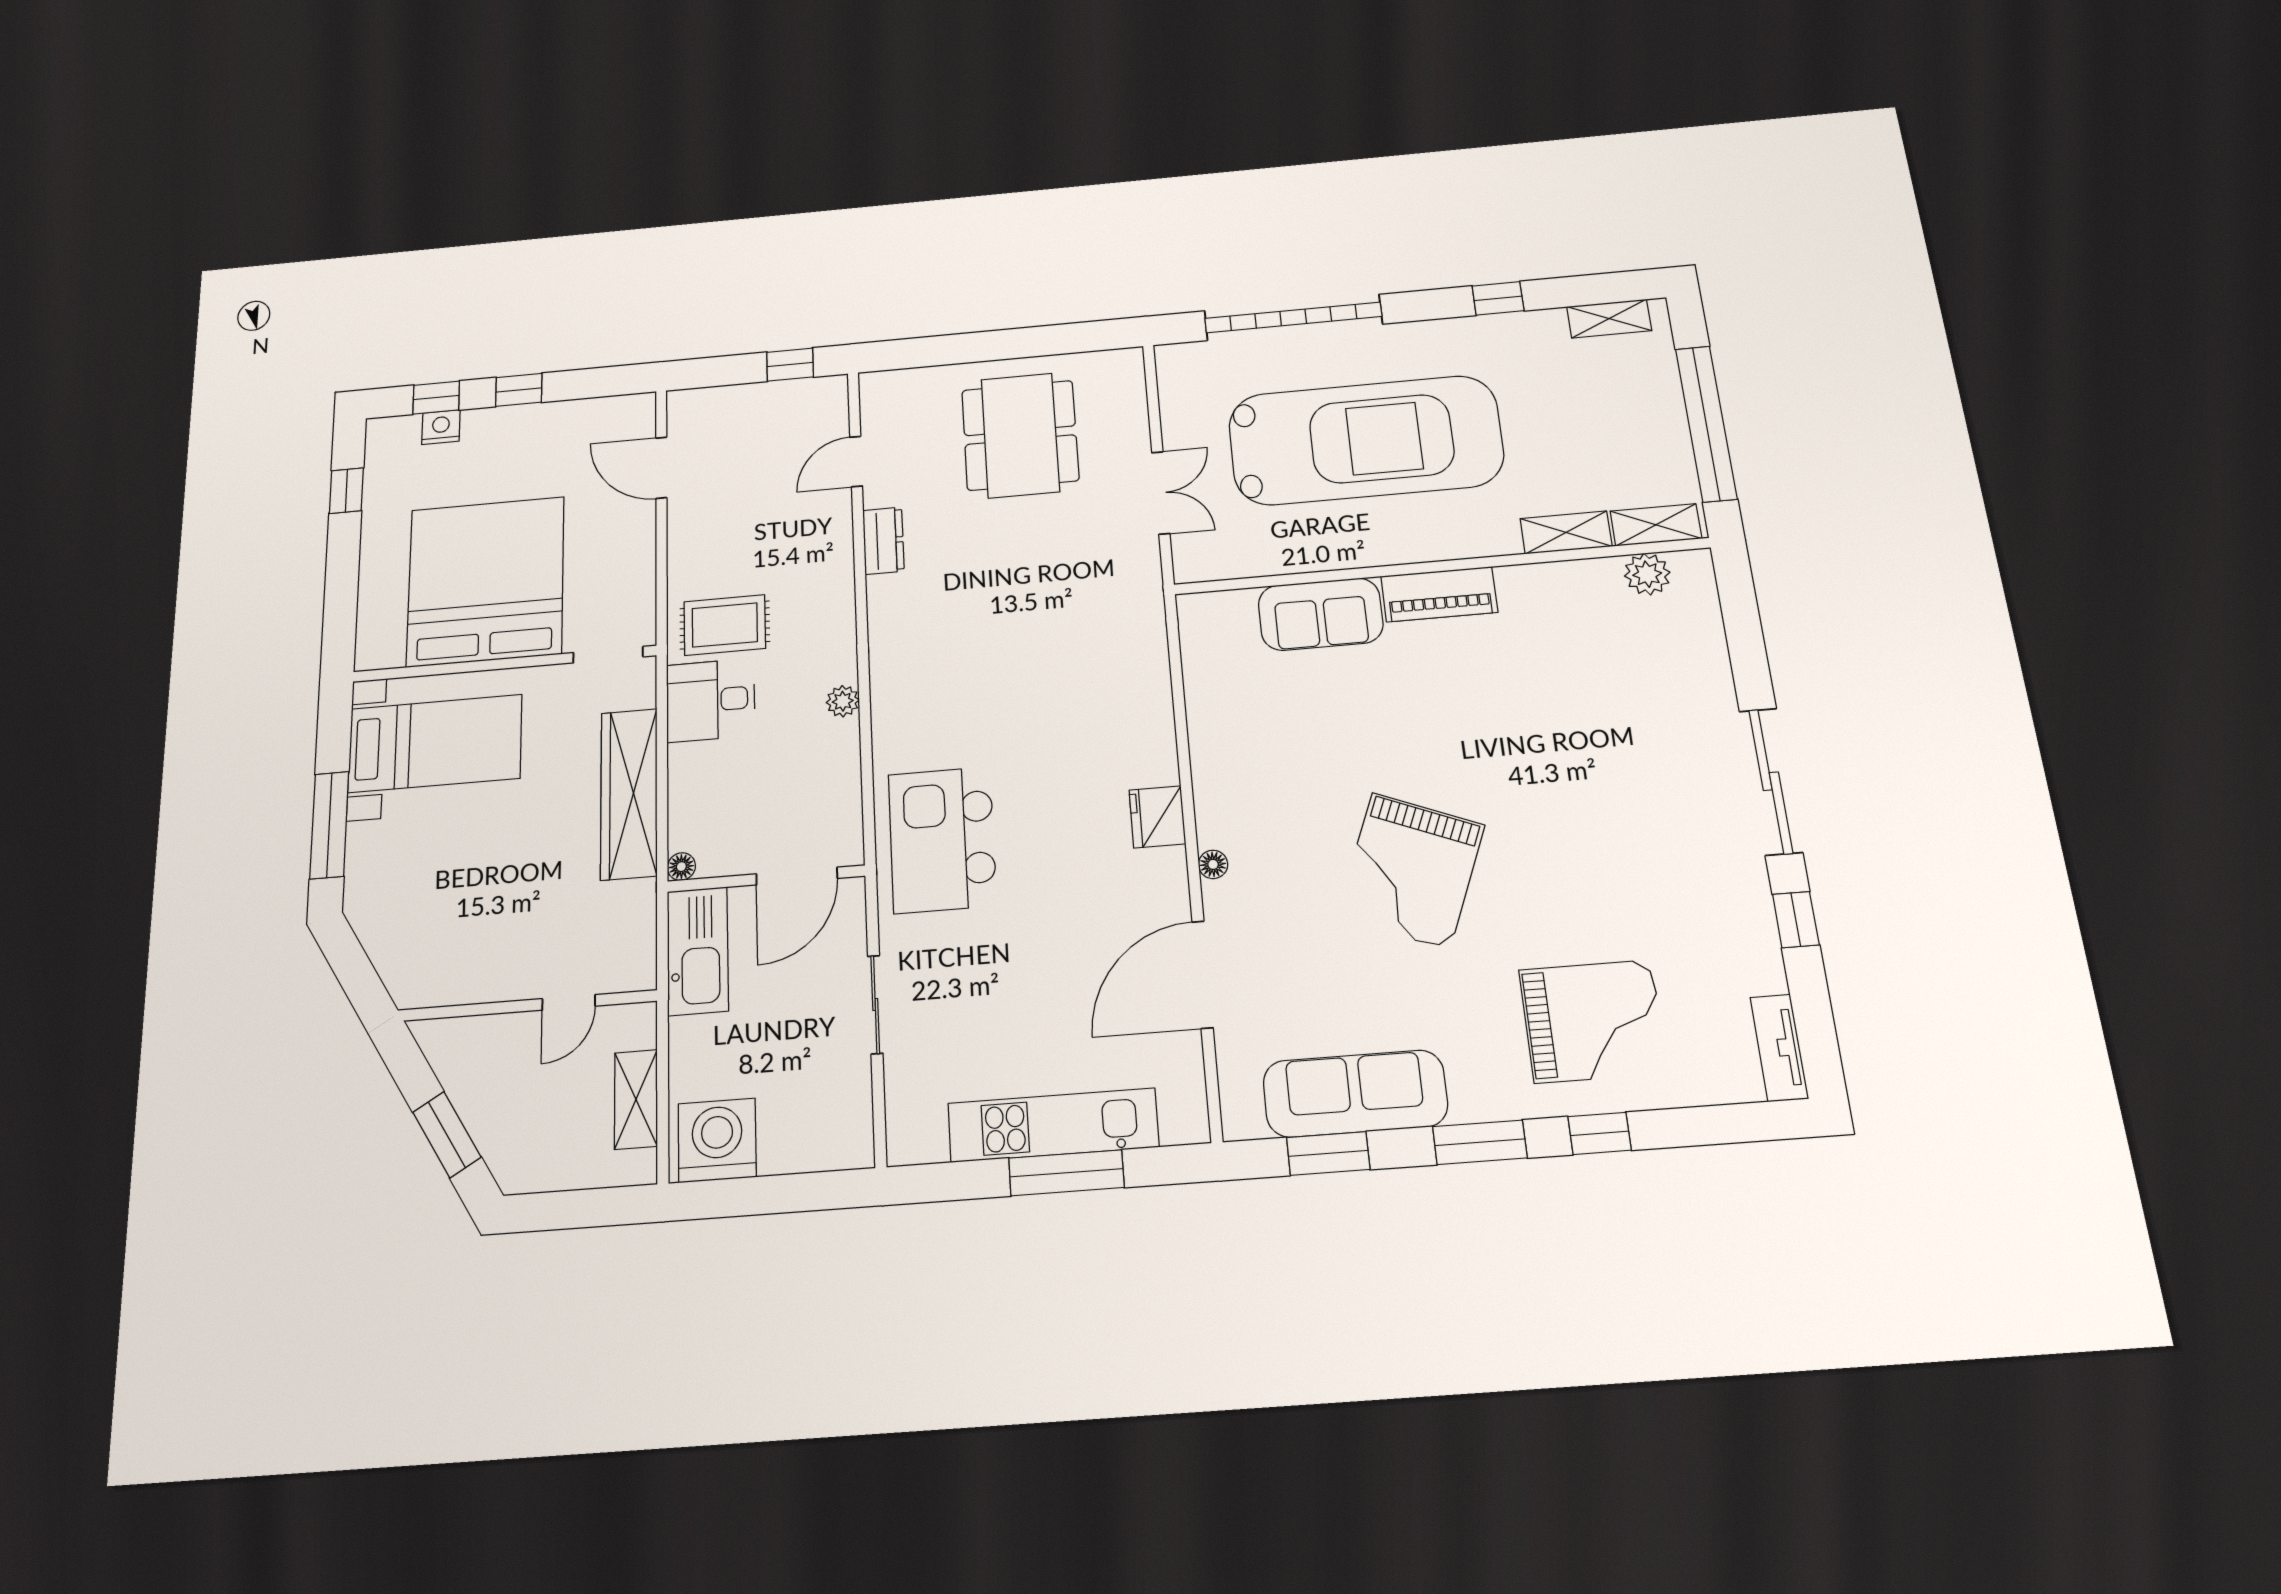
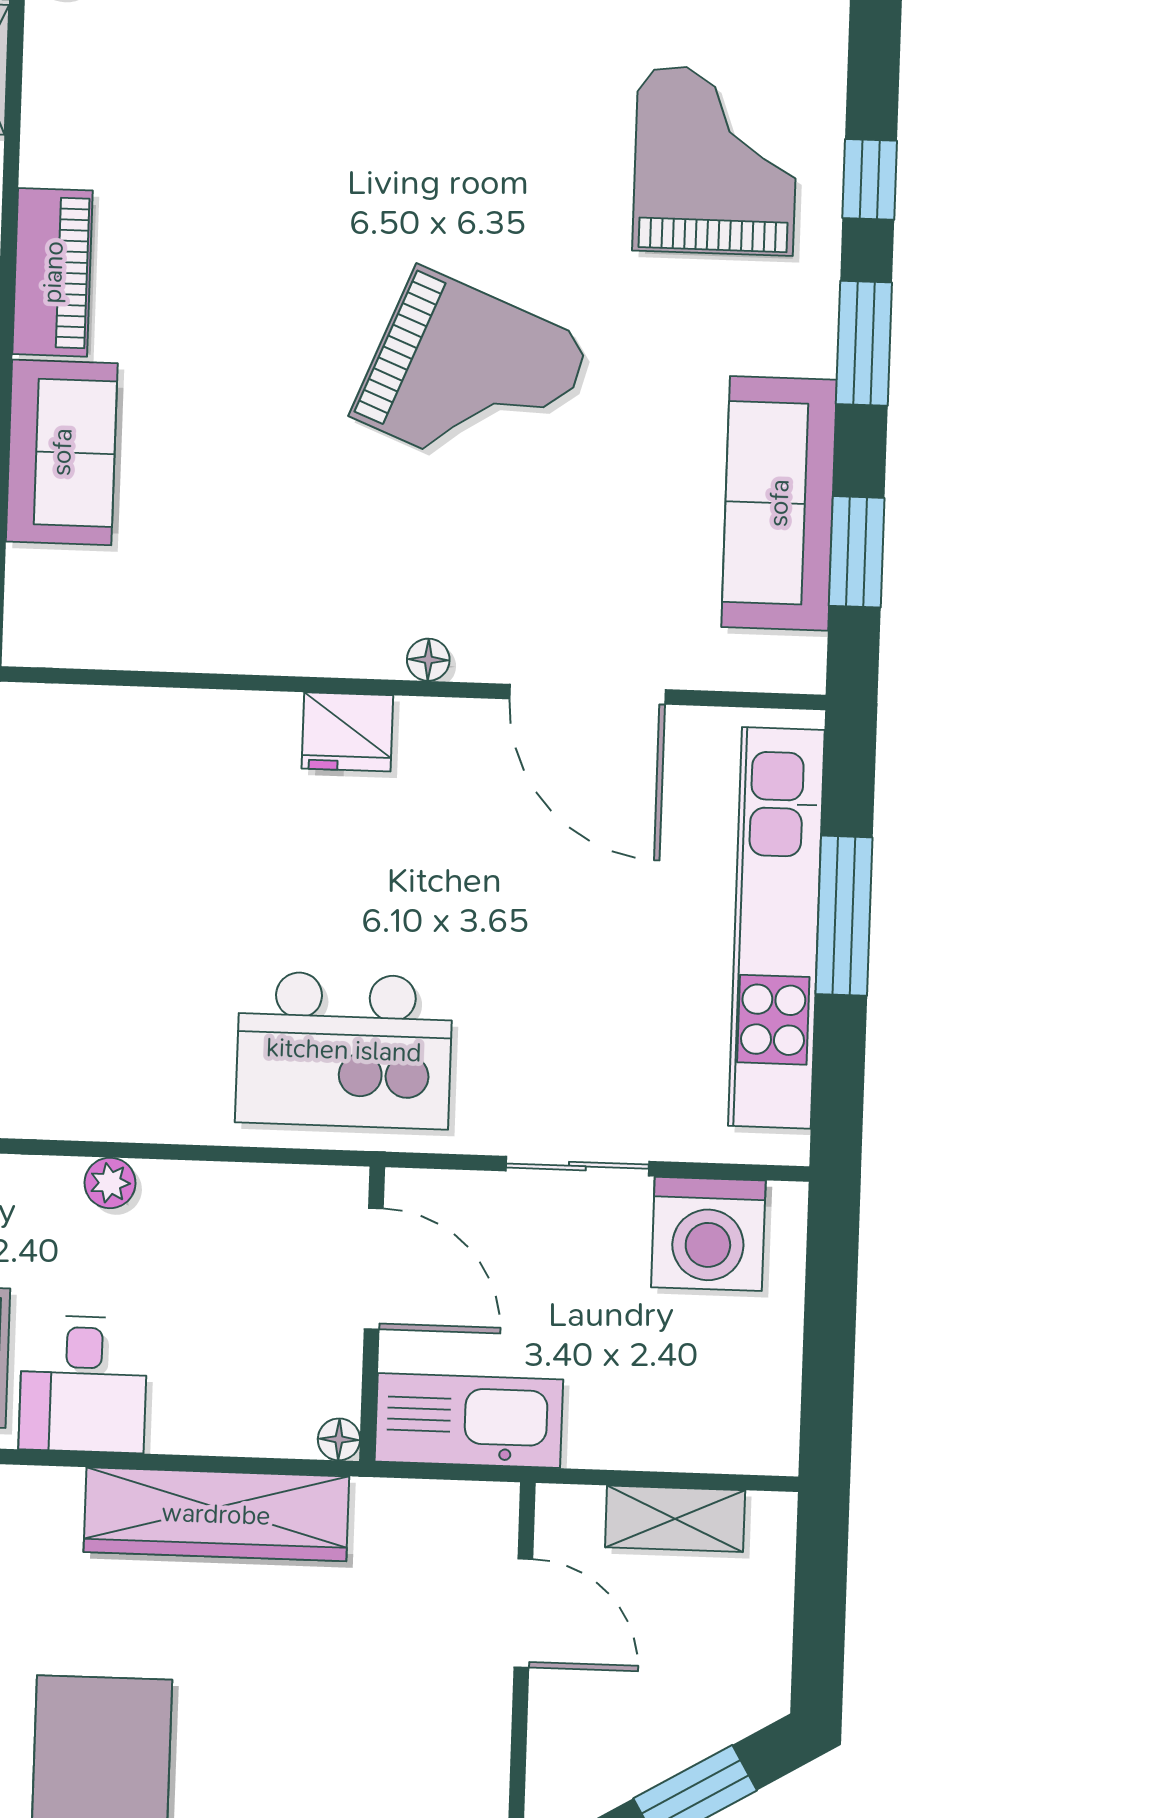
door: (569, 1002) -> (523, 1613), width x1.37
kitchen unit: (1053, 1125) -> (776, 928), width x1.36
washing machine: (717, 1140) -> (708, 1234), moved, turned -90

